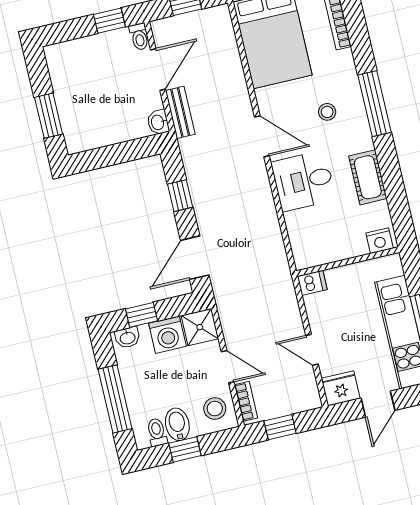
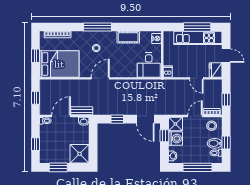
window: (109, 21) -> (35, 144), moved
door: (158, 70) -> (61, 116), hinge flipped
window: (49, 116) -> (58, 167), moved
shower: (84, 130) -> (80, 154), added
desk: (303, 181) -> (149, 65), moved
window: (142, 315) -> (164, 136), moved
door: (312, 350) -> (196, 78), hinge flipped

